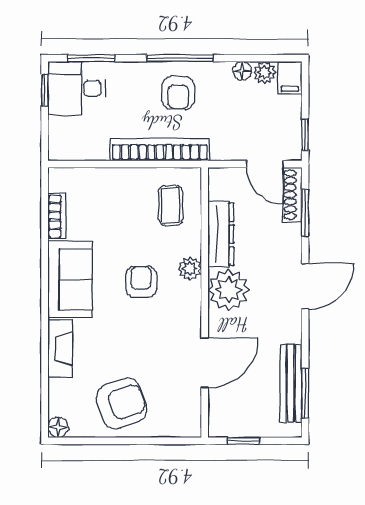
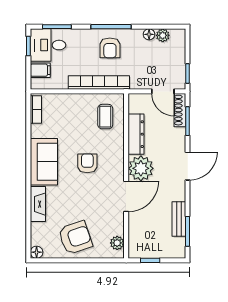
filing cabinet: (290, 78) -> (40, 70), moved, turned -90
bookcase: (57, 216) -> (36, 109), moved
plant: (190, 269) -> (117, 243), moved
door: (205, 363) -> (126, 196), moved
bench: (291, 383) -> (179, 219), width x0.73

